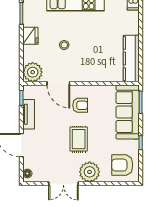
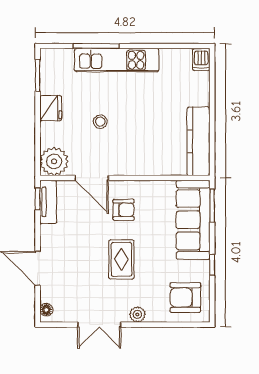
tv unit: (29, 114) -> (48, 202), moved
plant: (90, 172) -> (137, 314), width x0.53, depth x0.53

